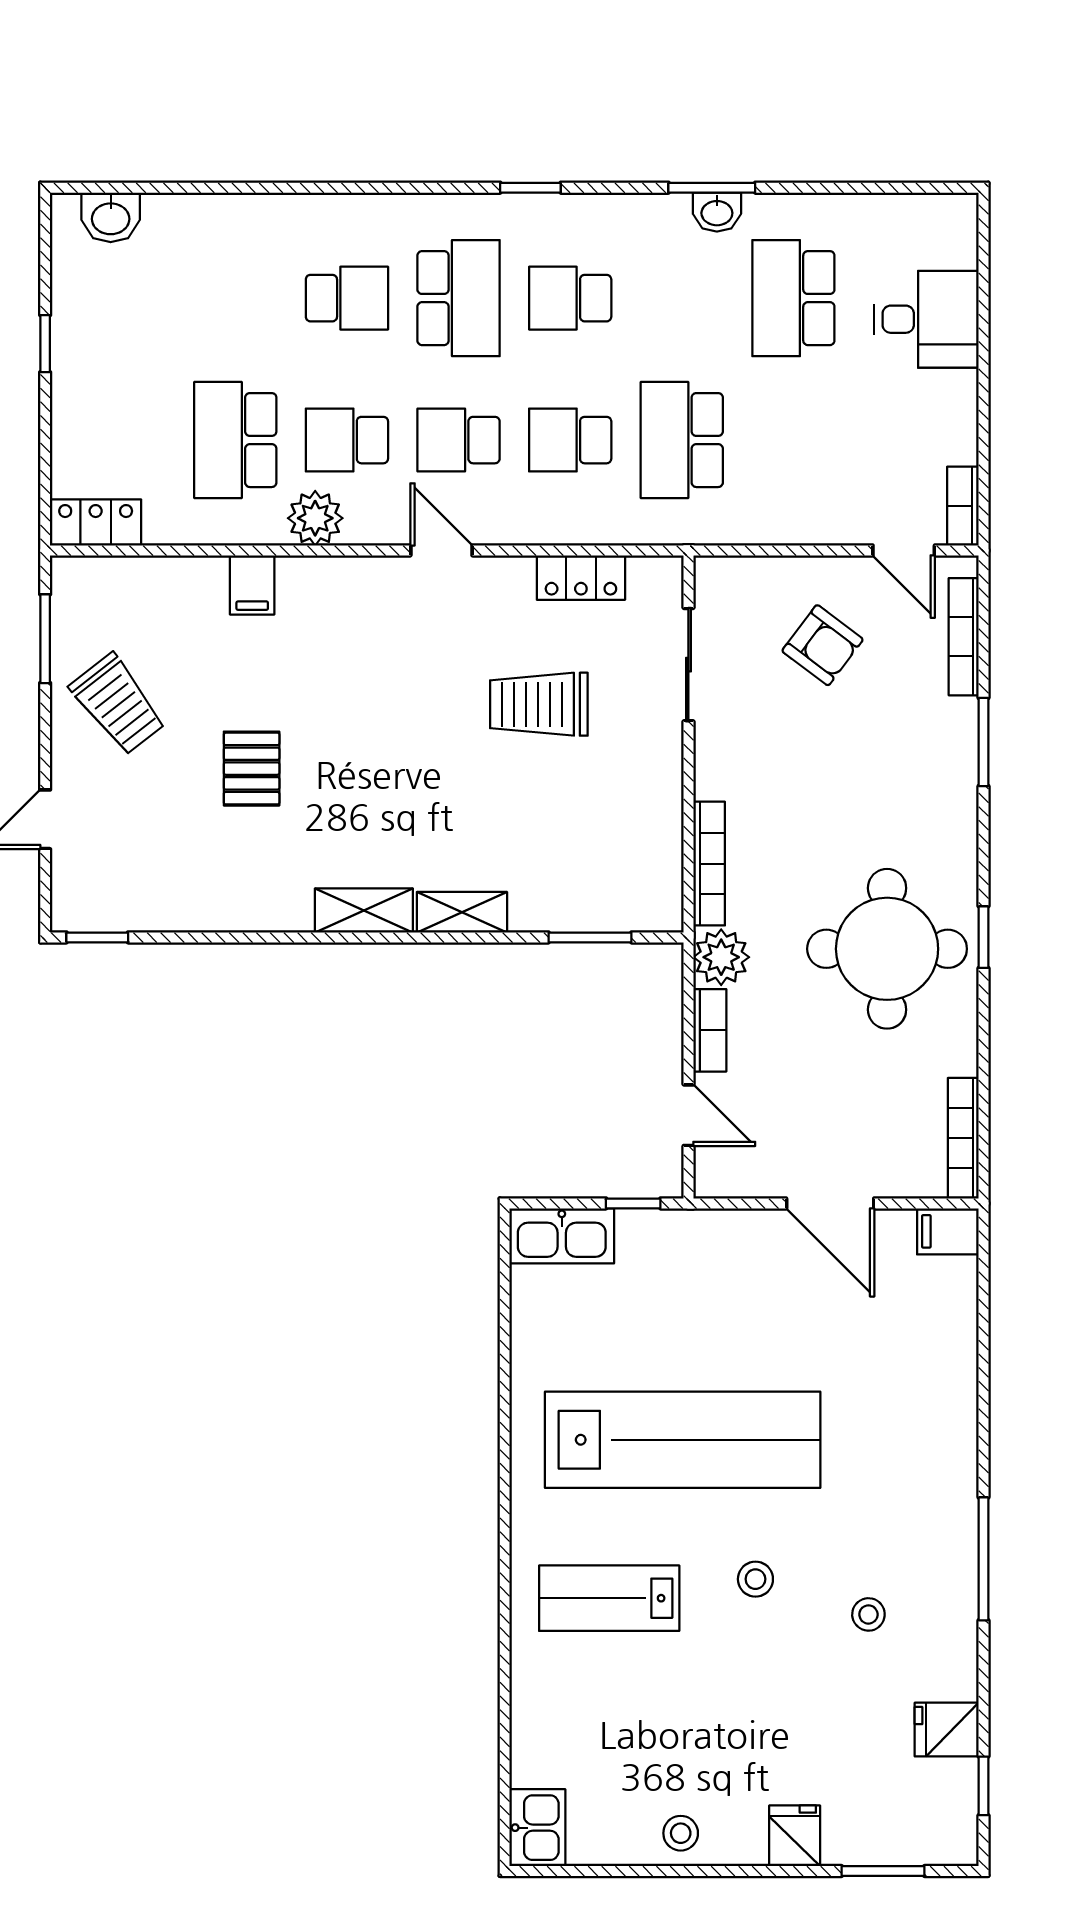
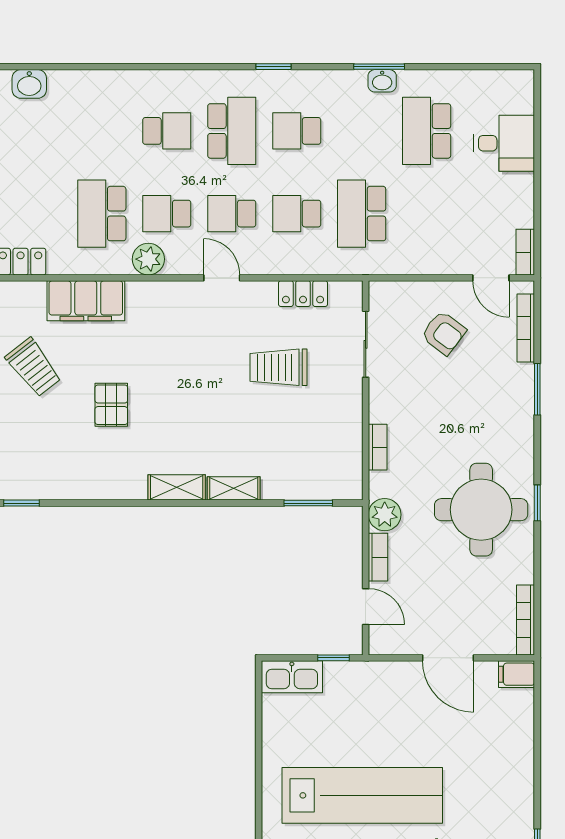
filing cabinet: (252, 585) -> (86, 301), width x3.00, depth x1.17
bookcase: (709, 864) -> (378, 447), width x0.64

